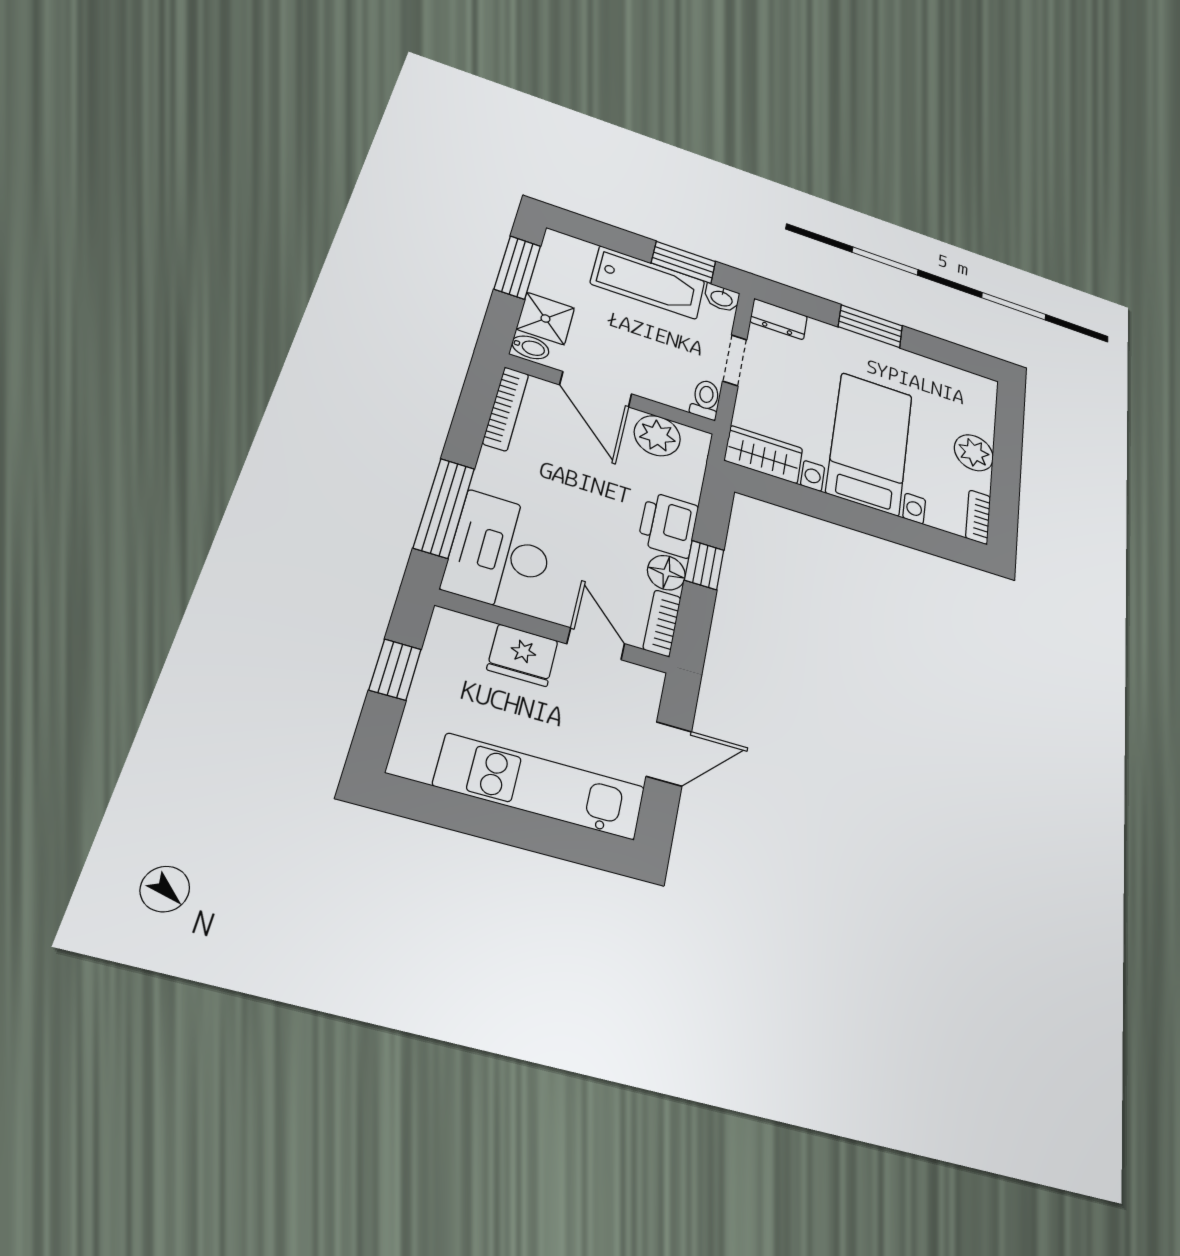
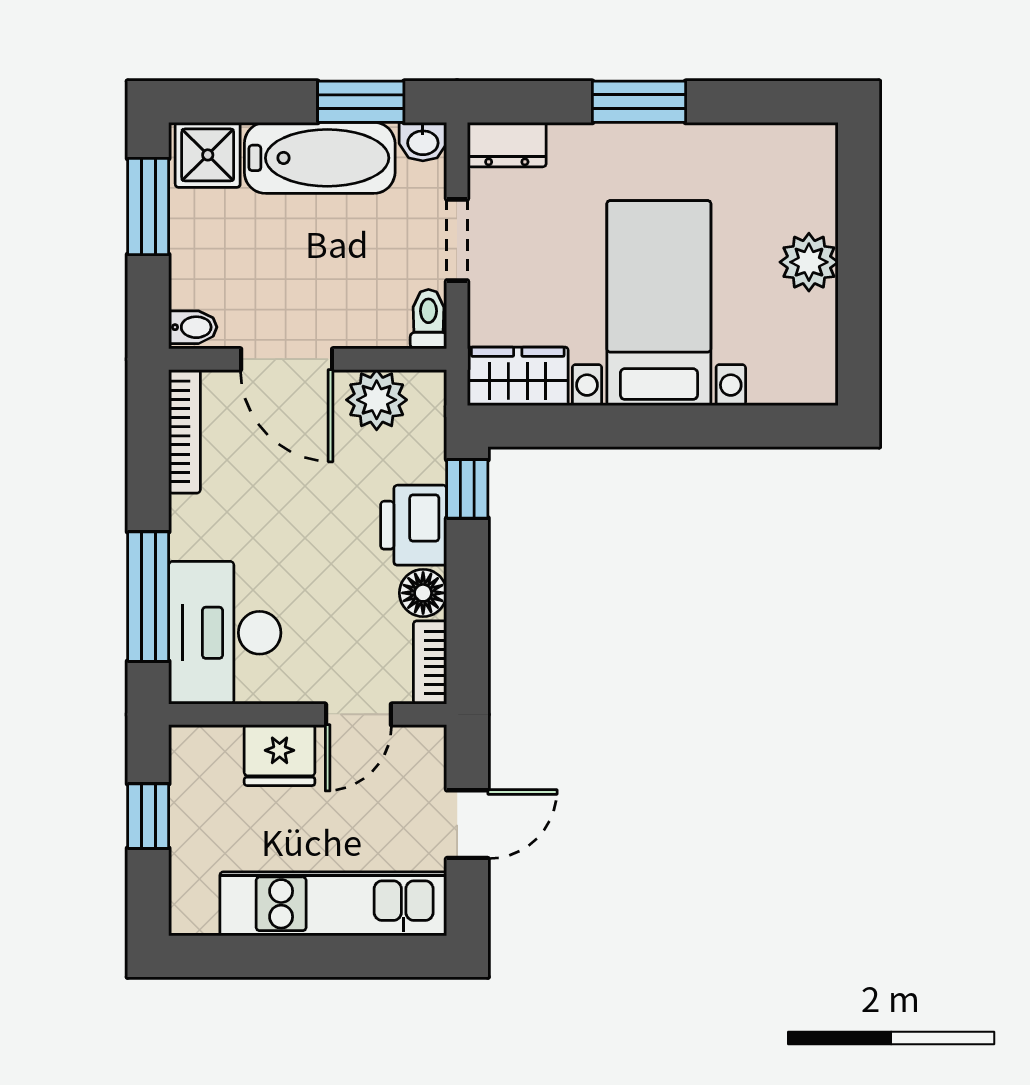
shower: (545, 319) -> (208, 155), moved
bookcase: (978, 517) -> (822, 366), removed
window: (704, 565) -> (467, 489), moved
door: (596, 644) -> (358, 714), swing flipped

